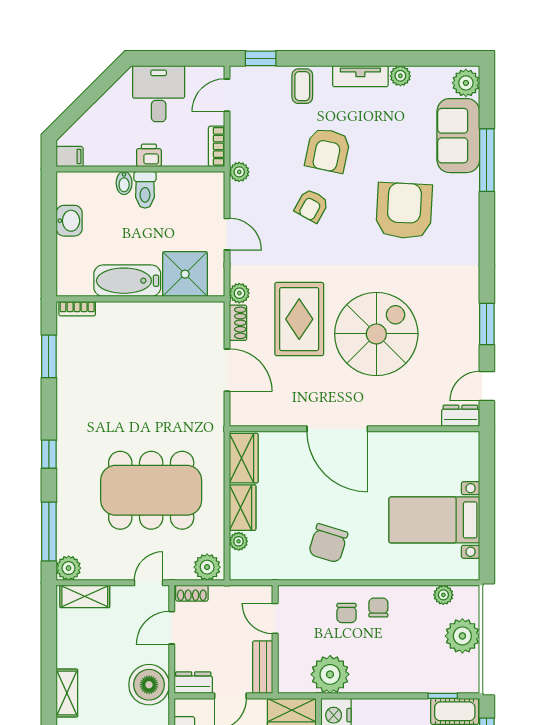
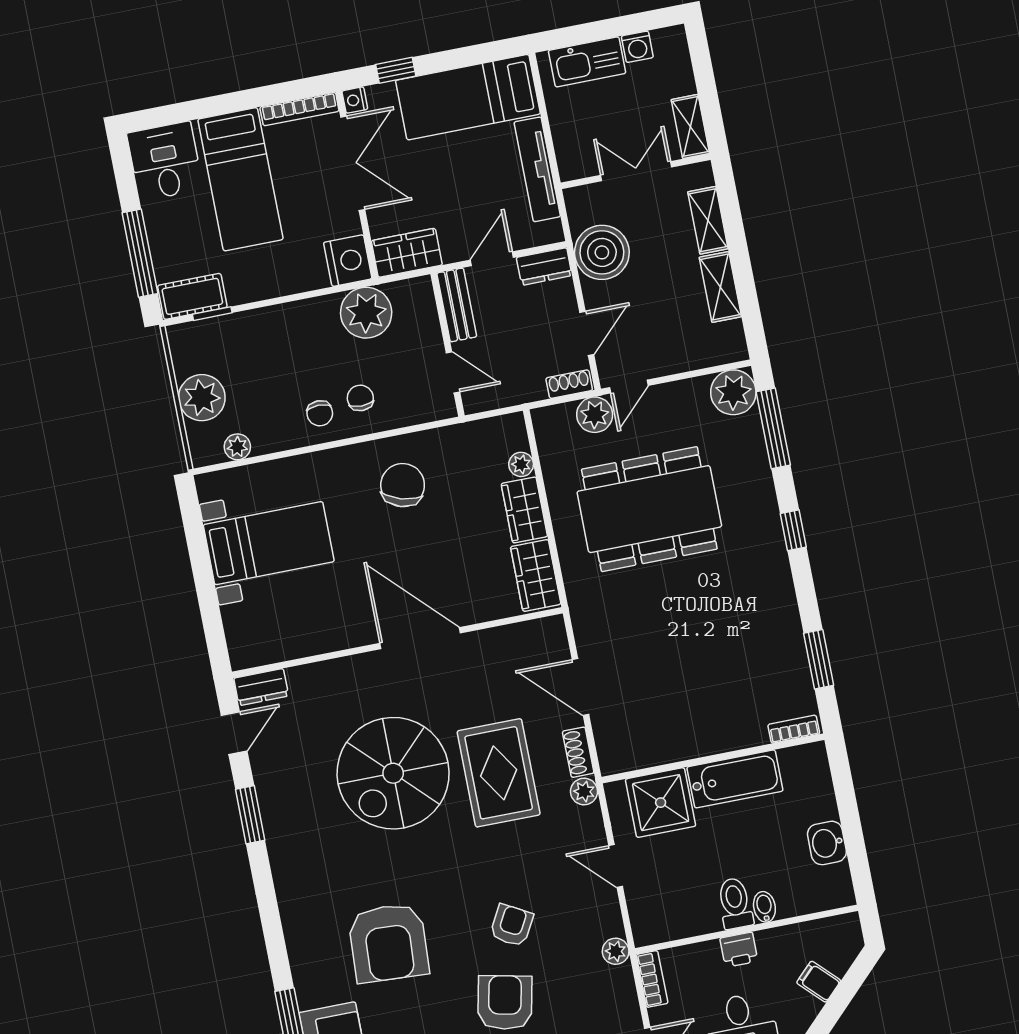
filing cabinet: (70, 157) -> (819, 982), moved, turned 45
plant: (207, 567) -> (595, 415), moved
plant: (69, 568) -> (733, 392), width x1.36, depth x1.36
shelving: (85, 596) -> (720, 287), moved, turned 90

